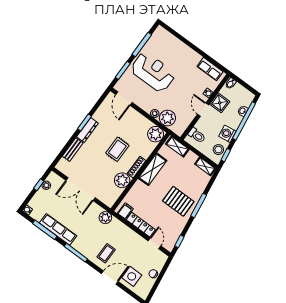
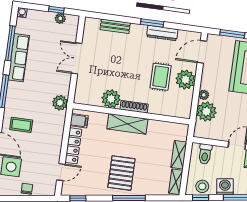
dresser: (87, 130) -> (162, 33), moved
plant: (156, 134) -> (186, 80), moved
shelving: (177, 147) -> (179, 155), moved
rug: (117, 149) -> (161, 77), moved, turned 90
shelving: (153, 169) -> (127, 124), moved
double door: (81, 189) -> (77, 58), width x0.73

